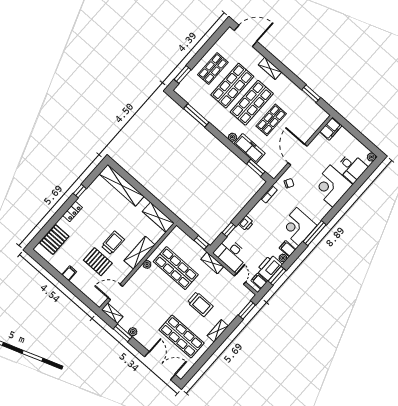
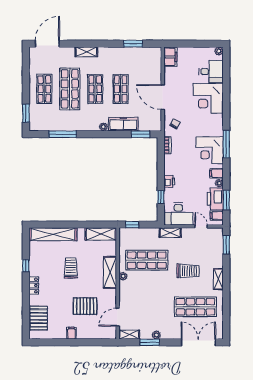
shop shelf: (252, 103) -> (95, 89), width x0.70, depth x0.74
window: (201, 242) -> (132, 225), moved
trolley: (113, 243) -> (71, 268), moved

